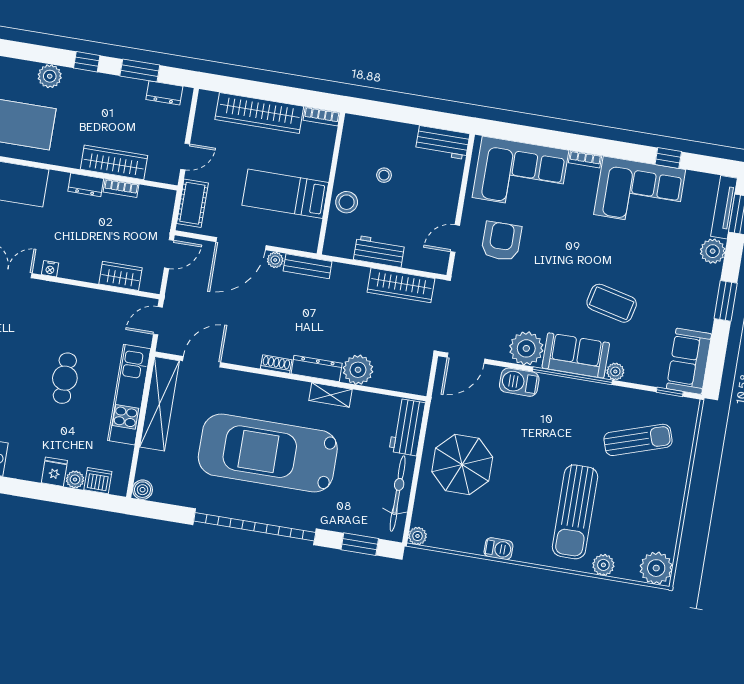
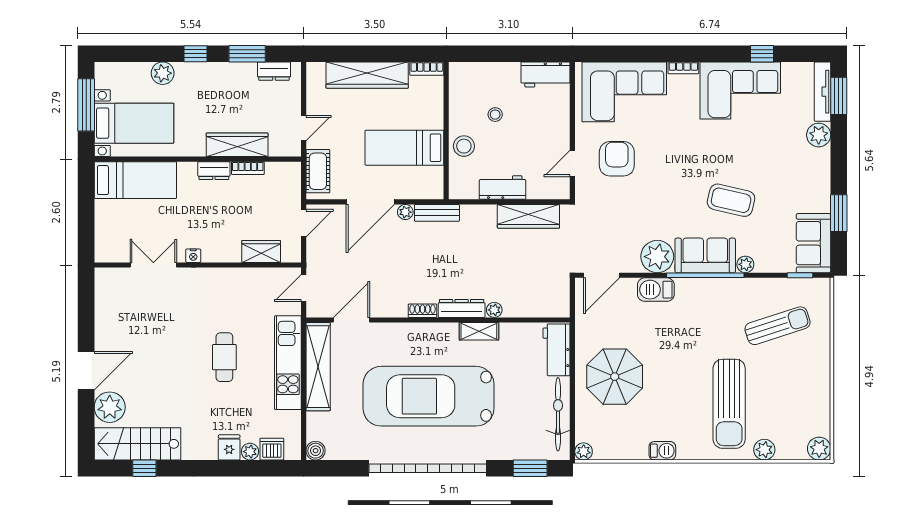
window: (726, 301) -> (839, 213), moved
plant: (358, 370) -> (494, 310), width x0.53, depth x0.53
plant: (656, 568) -> (819, 449), width x0.73, depth x0.73

